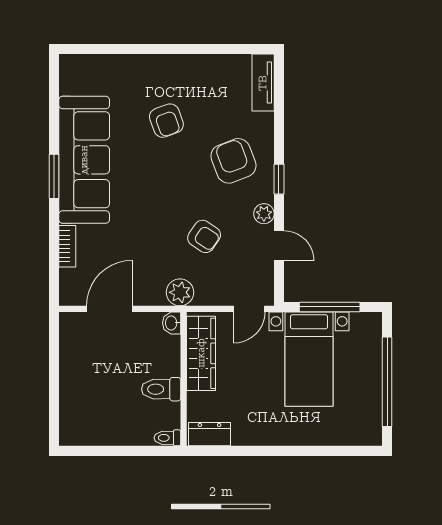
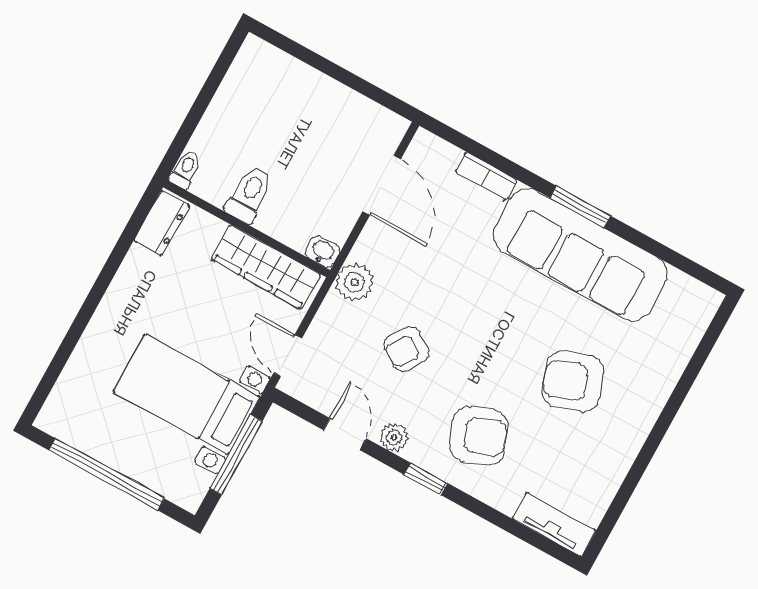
armchair: (166, 121) -> (573, 381), width x1.38, depth x1.38
door: (279, 246) -> (345, 434), swing flipped

